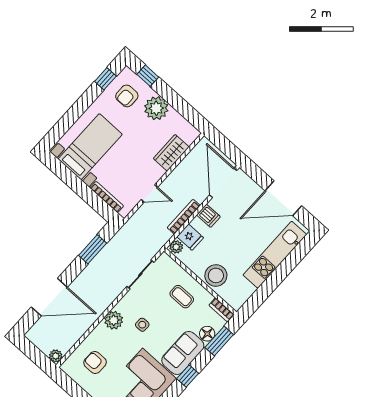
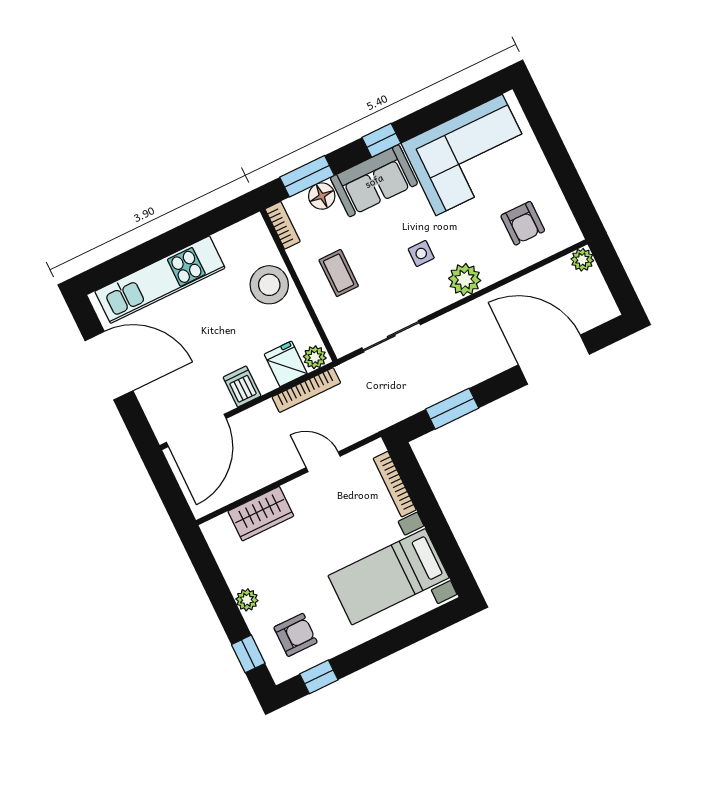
plant: (156, 108) -> (247, 600), width x0.53, depth x0.53
bookcase: (184, 217) -> (306, 390), moved

